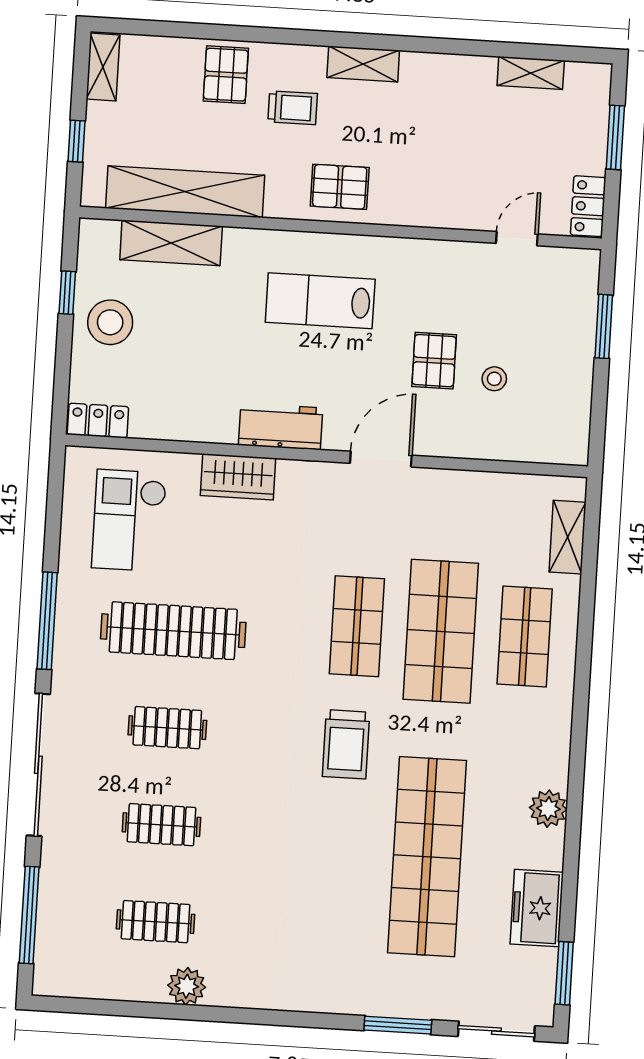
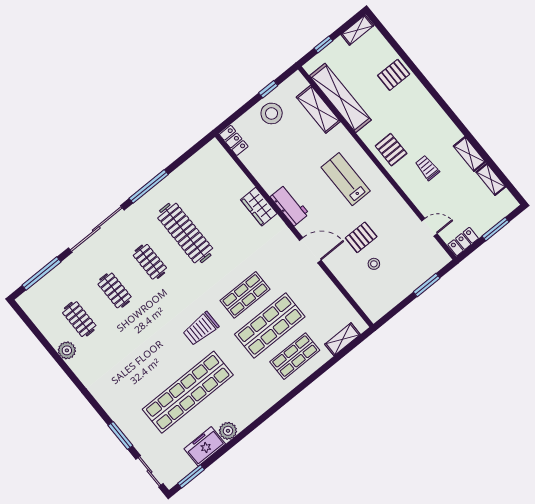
shelving: (363, 64) -> (469, 154), moved
trolley: (293, 108) -> (427, 168), moved, turned 180
checkout: (129, 521) -> (209, 183), removed
plant: (548, 809) -> (228, 431), moved

